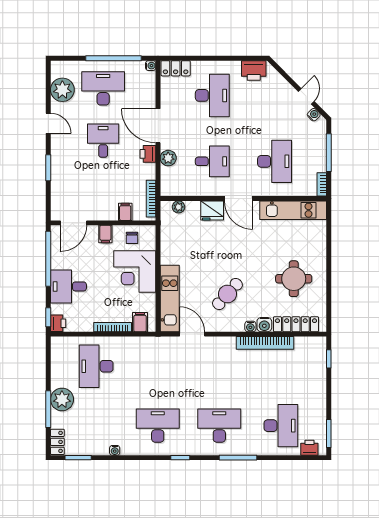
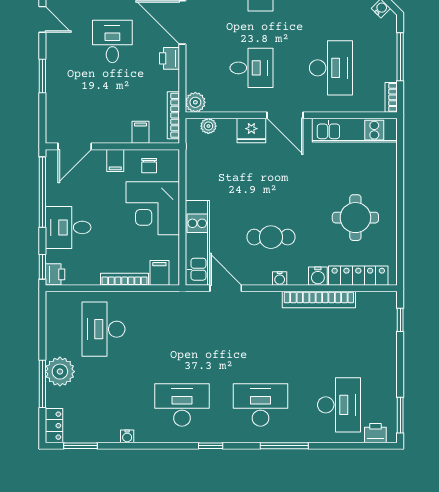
plant: (168, 158) -> (195, 102), moved
cafe table: (227, 294) -> (271, 237), turned 48
water cooler: (250, 326) -> (280, 278), moved

